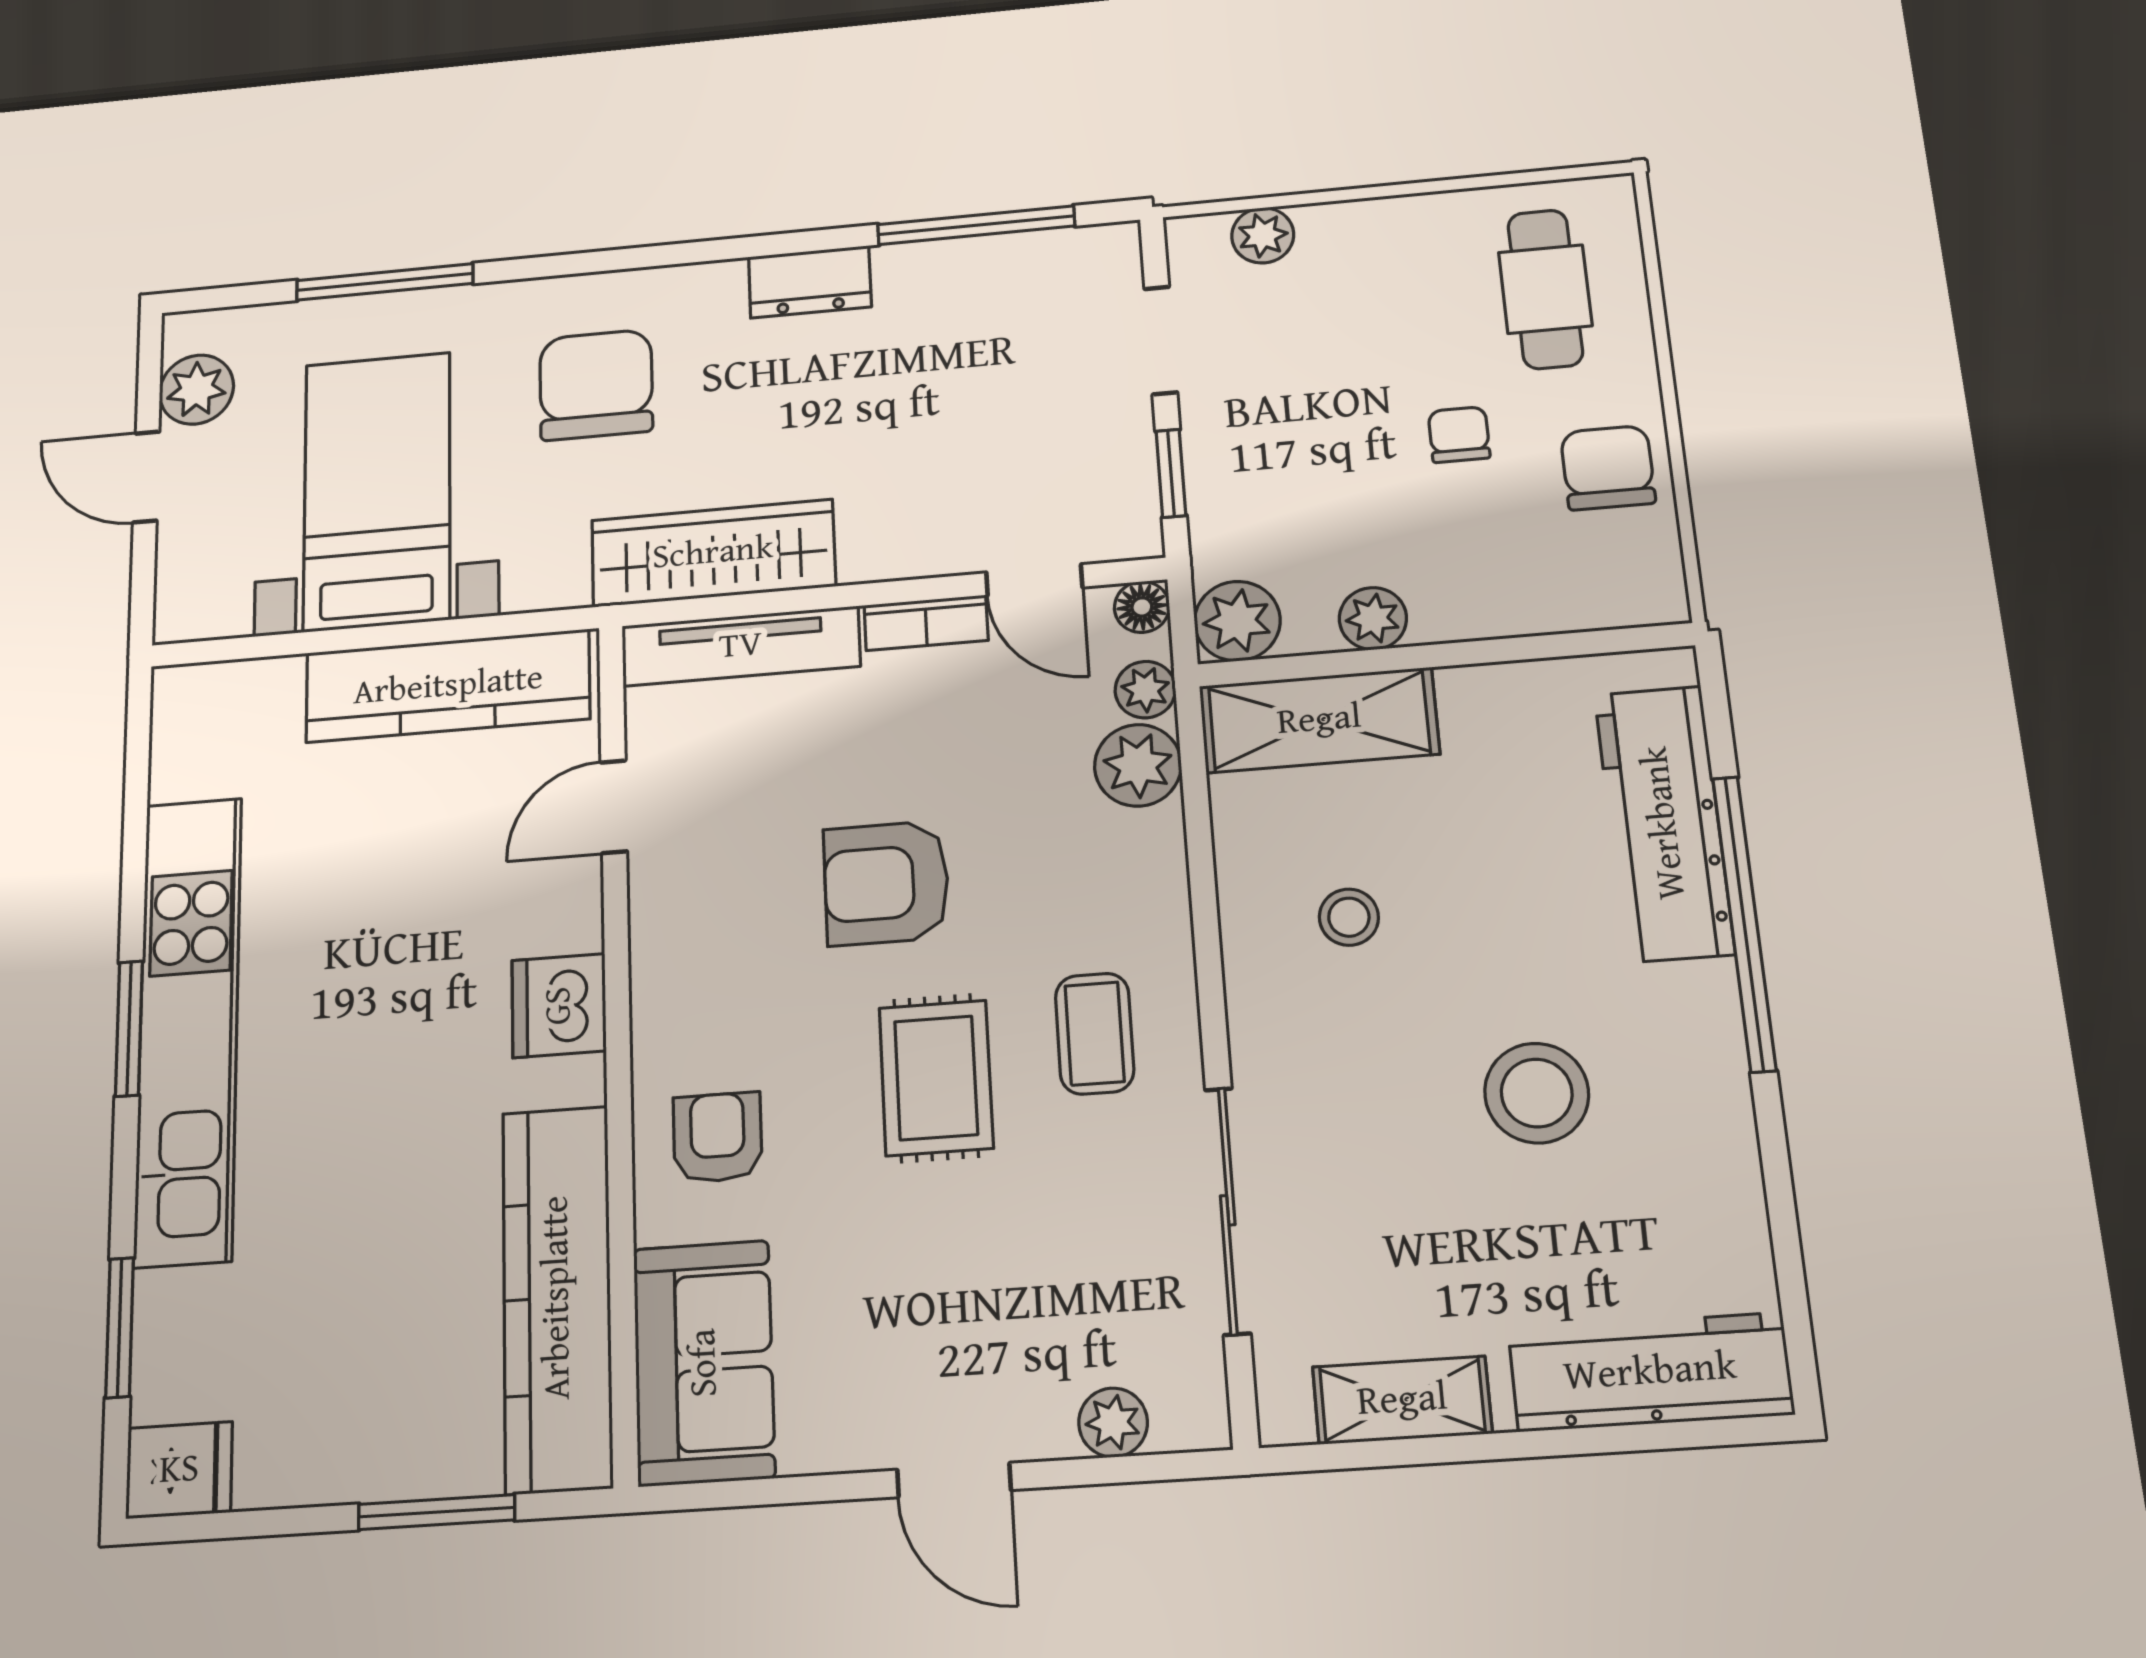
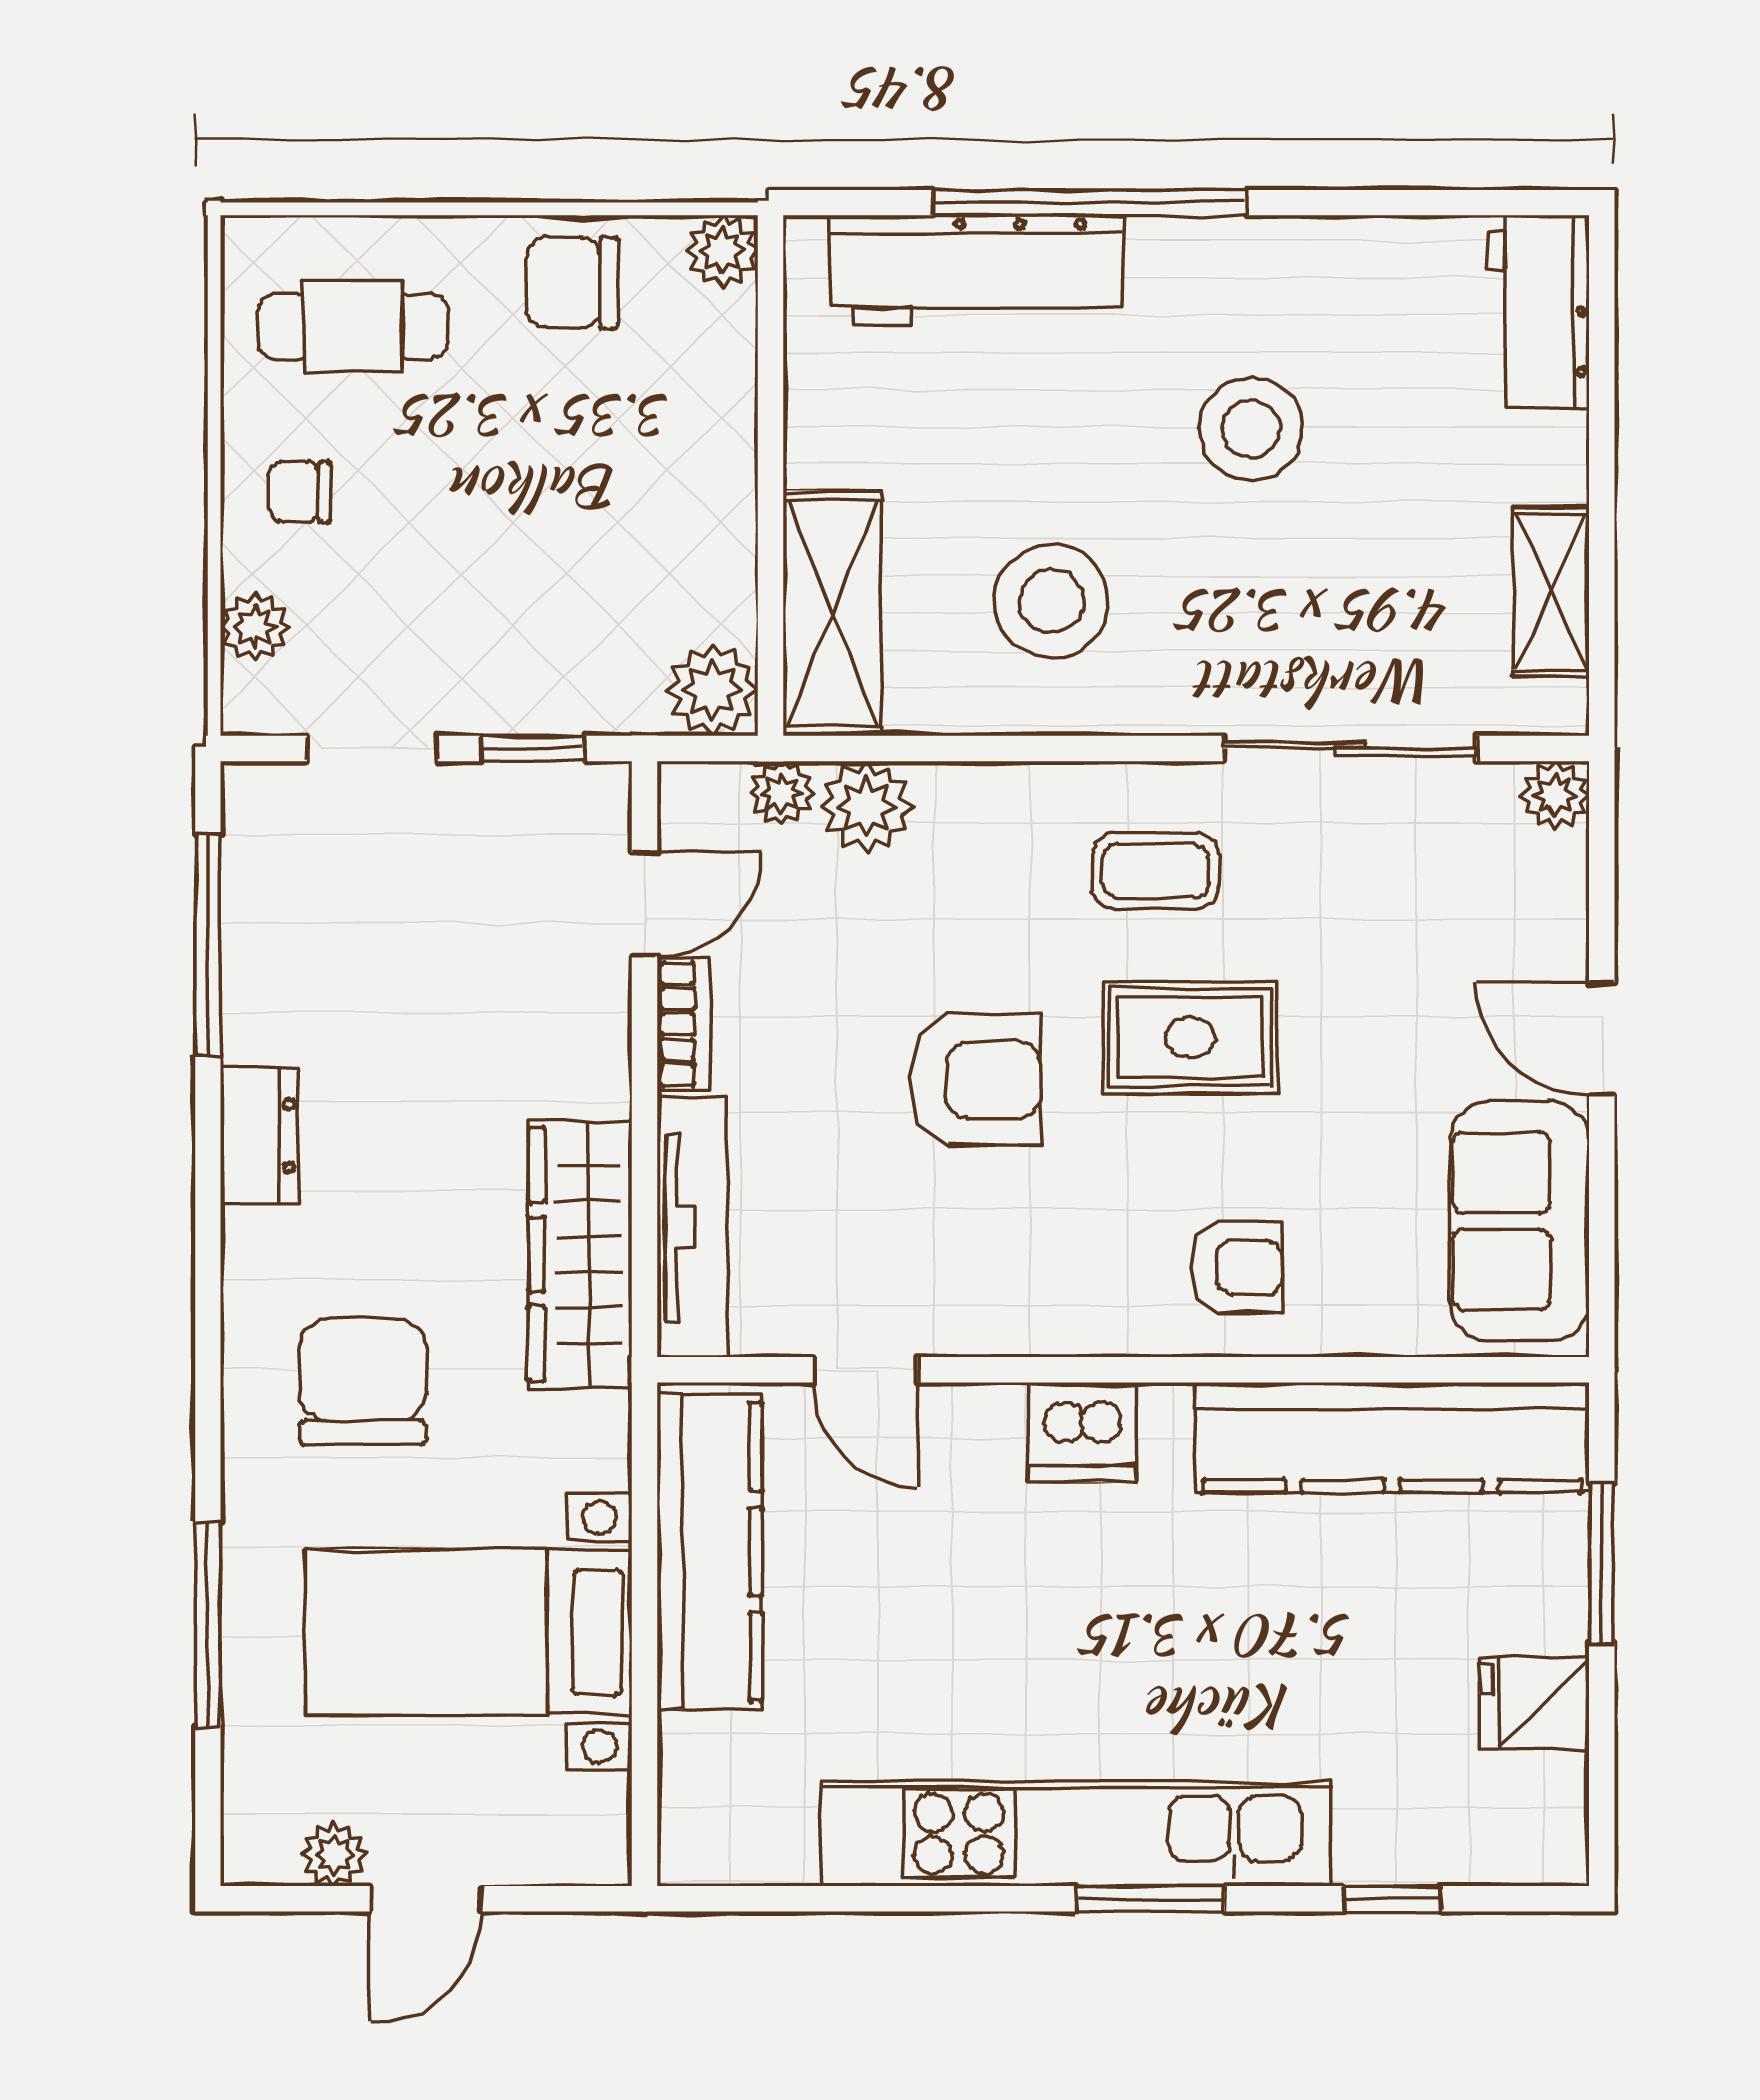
chair: (596, 385) -> (363, 1382), turned 90
plant: (196, 390) -> (334, 1855), width x0.73, depth x0.73
chair: (1459, 435) -> (300, 492), moved
floor lamp: (1142, 607) -> (687, 791), removed
plant: (1373, 619) -> (722, 251), moved
armchair: (886, 883) -> (975, 1080), turned -90
stool: (1349, 917) -> (1051, 601), width x1.89, depth x1.89
window: (129, 1029) -> (1151, 1899), moved
armchair: (718, 1137) -> (1236, 1267), turned 180
window: (120, 1327) -> (1392, 1899), width x0.67
sofa: (704, 1363) -> (1519, 1221), moved, turned -90
workbench: (1650, 1372) -> (1539, 312), width x0.73
plant: (1113, 1423) -> (1555, 795), moved
fridge: (179, 1470) -> (1534, 1703), moved, turned -90
door: (954, 1480) -> (1602, 1039), swing flipped

